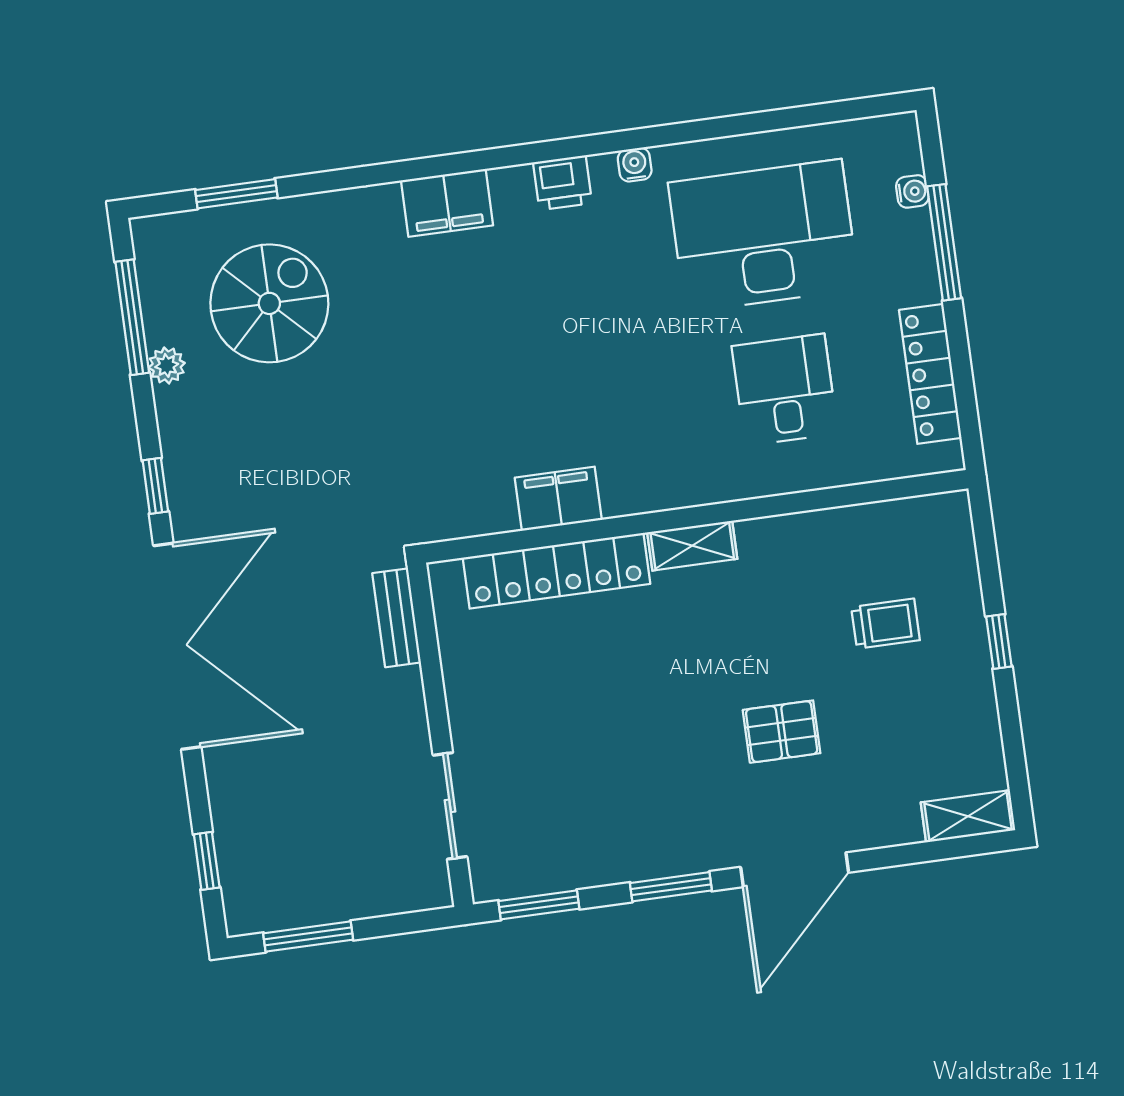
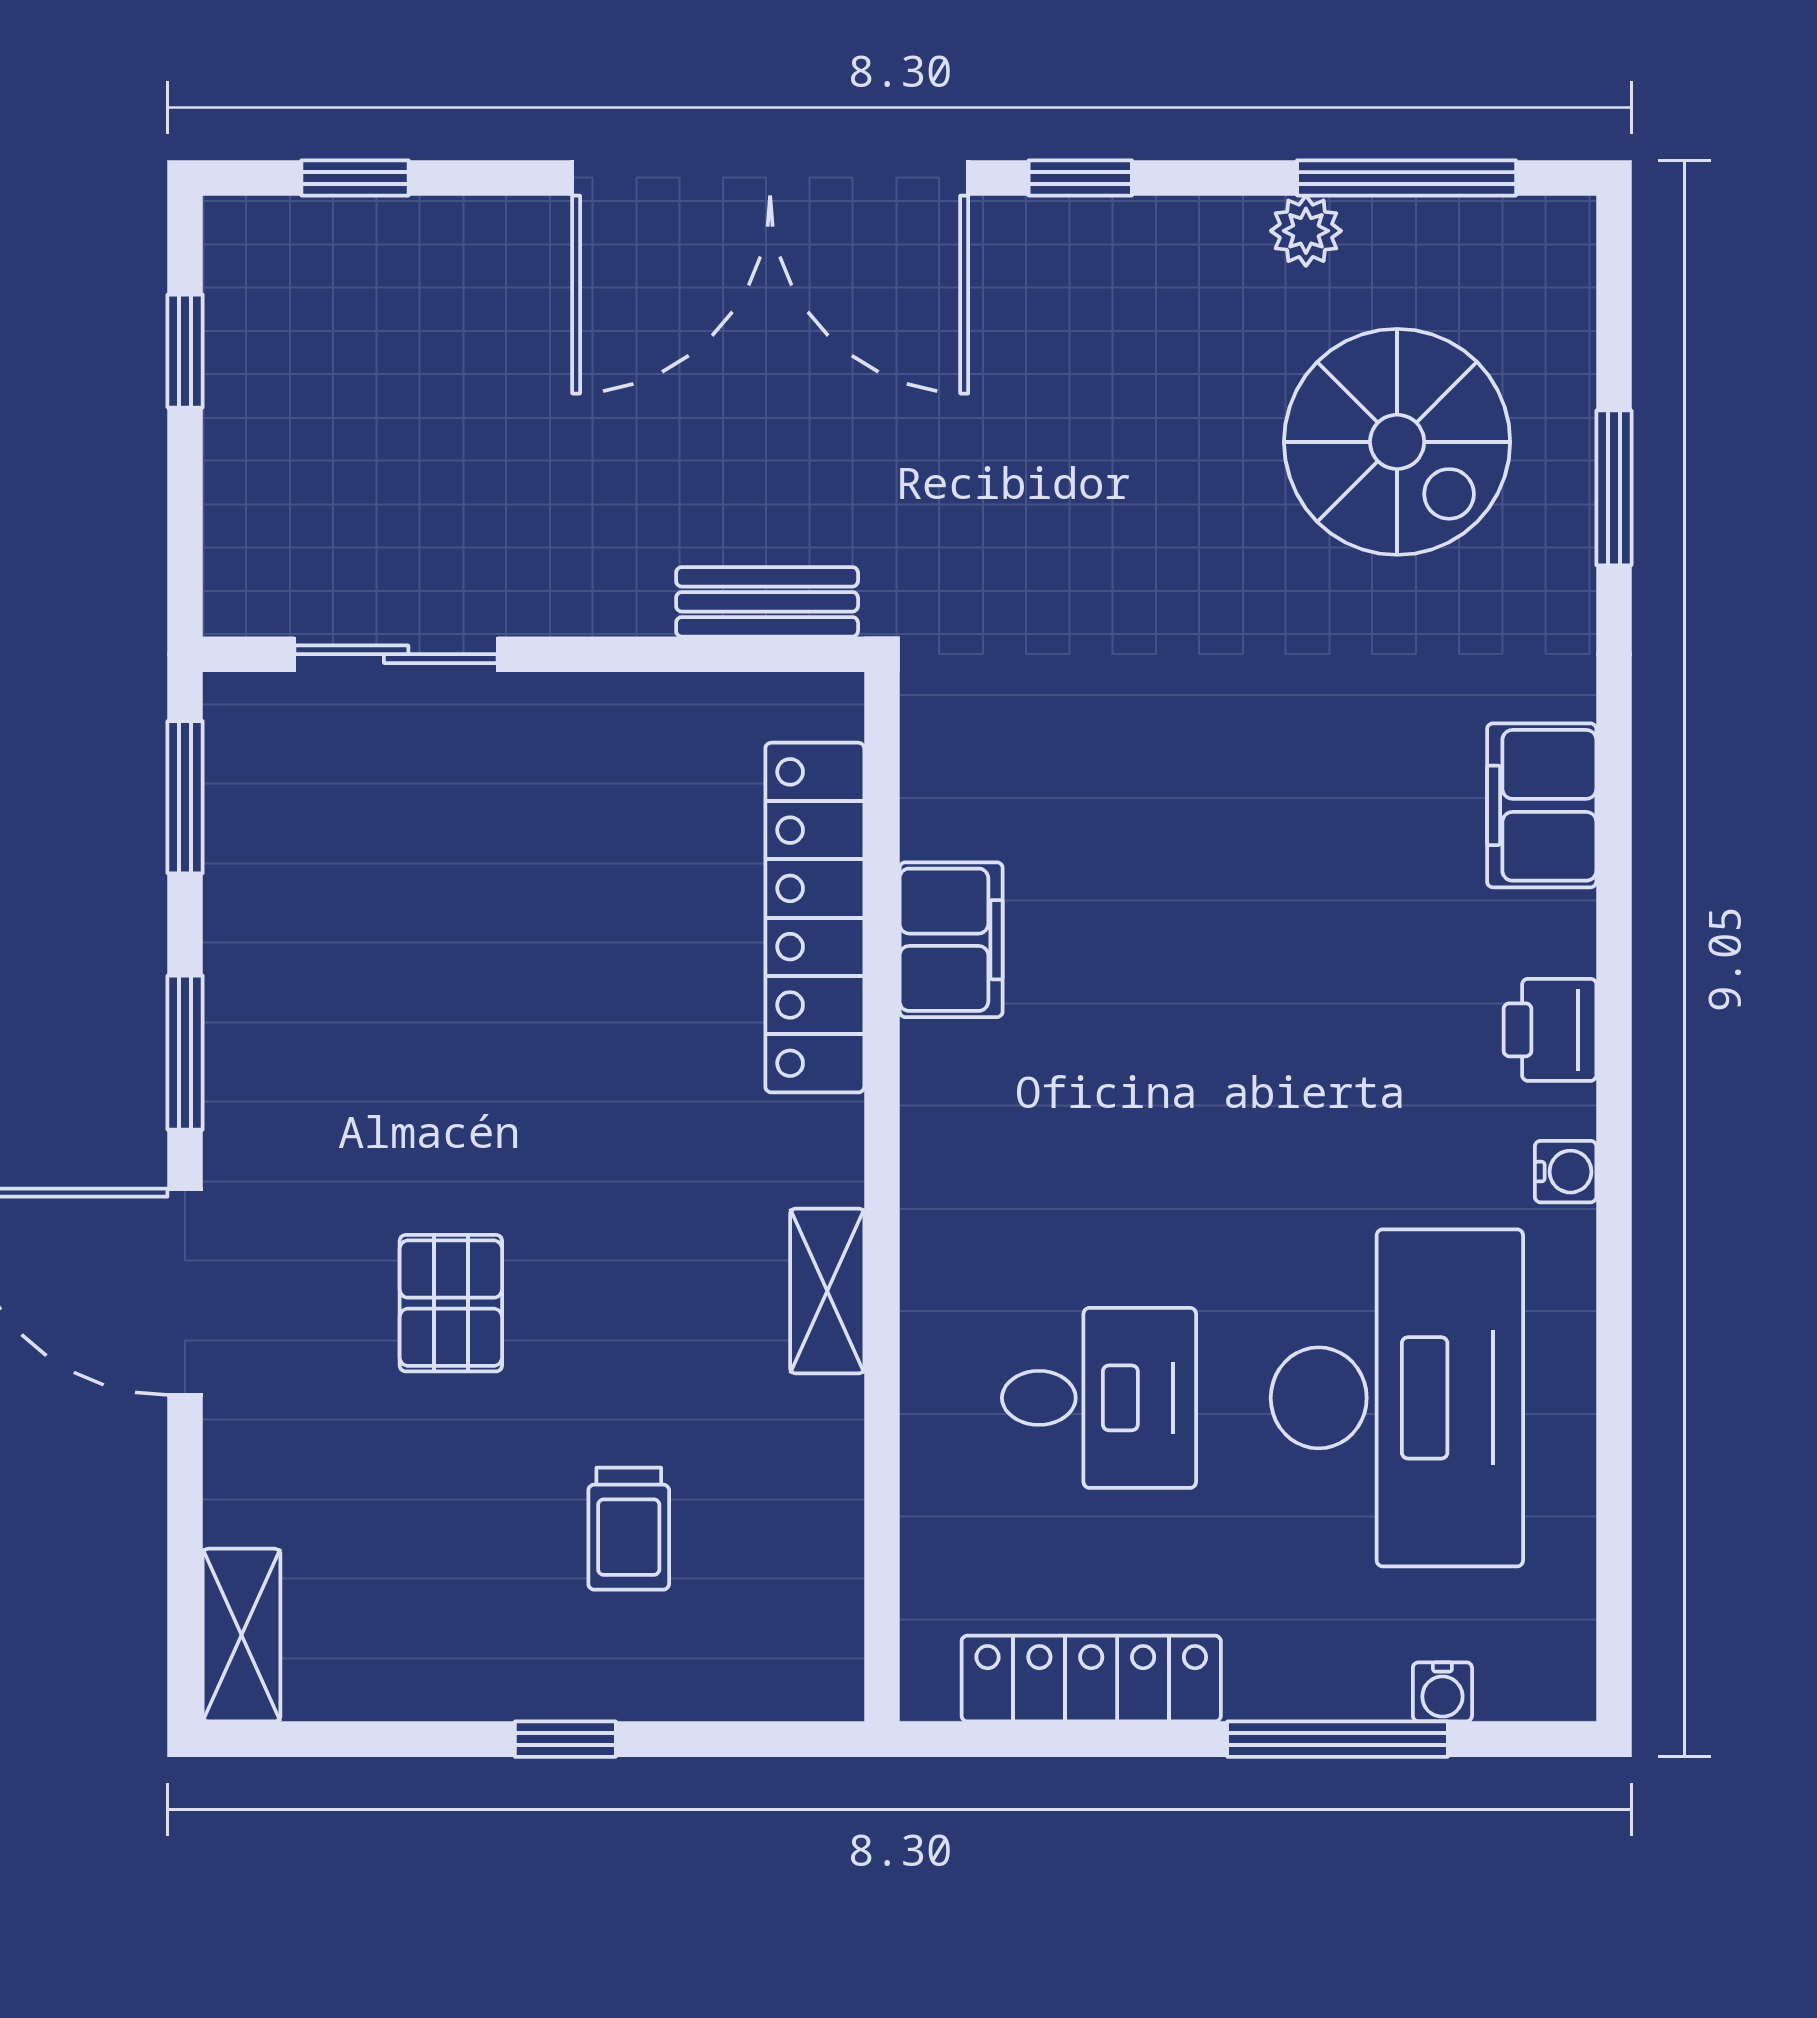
window: (236, 194) -> (1614, 488), moved
shelving: (692, 546) -> (827, 1291), moved
window: (308, 936) -> (185, 351), width x0.67

